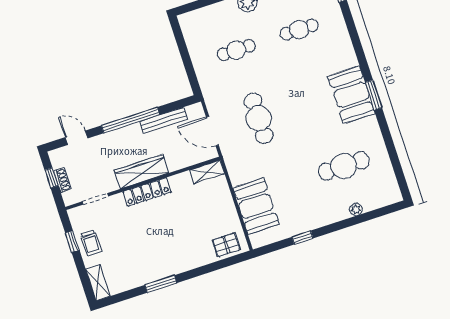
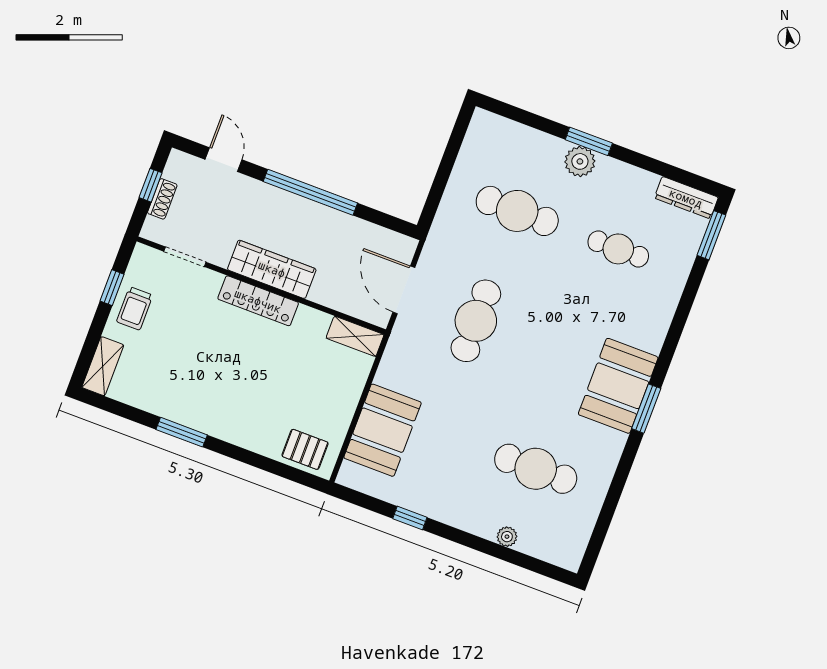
cafe table: (236, 50) -> (517, 211), width x1.37, depth x1.35
bench: (164, 120) -> (353, 226), removed

